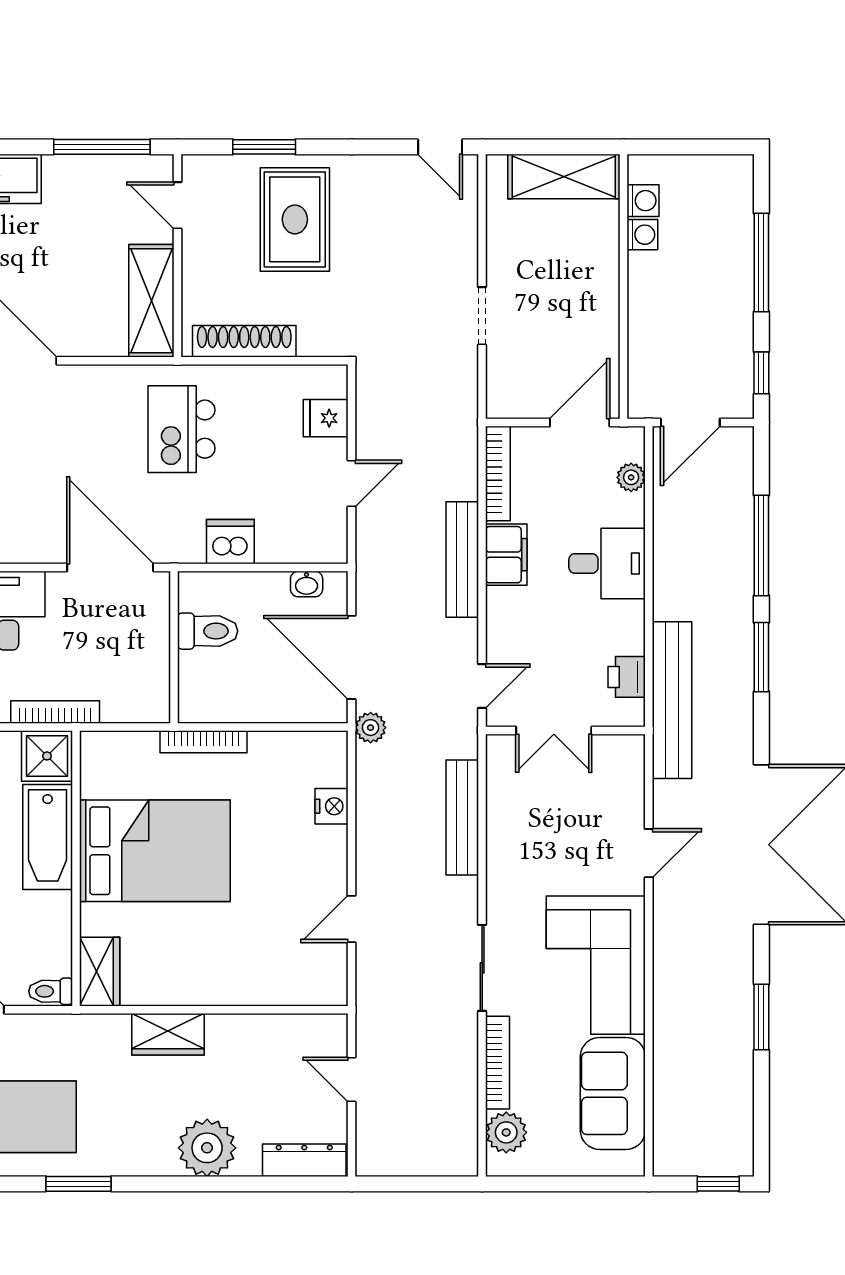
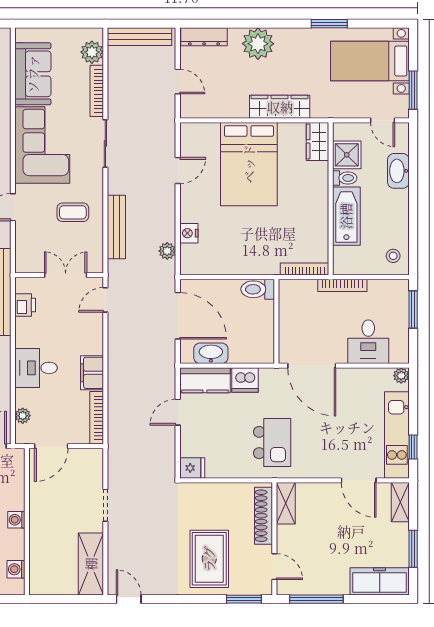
window: (264, 147) -> (244, 599), moved
shelving: (564, 177) -> (91, 564), moved, turned 90
washing machine: (642, 235) -> (16, 520), moved
shelving: (151, 301) -> (286, 503), width x0.67, depth x0.75
shoe rack: (244, 341) -> (263, 516), moved, turned 90
fridge: (326, 418) -> (192, 468), moved
kitchen counter: (303, 541) -> (205, 380), added
bench: (462, 560) -> (139, 37), moved, turned 90
washbasin: (307, 584) -> (211, 353), width x1.91, depth x1.45
toilet: (208, 631) -> (258, 289), moved
plant: (371, 728) -> (167, 251), moved
bookcase: (204, 742) -> (305, 269), moved
shower: (47, 756) -> (347, 155), moved
coffee table: (541, 844) -> (73, 212), added
bed: (155, 851) -> (249, 164), moved, turned -90
toilet: (51, 991) -> (345, 178), moved
wardrobe: (168, 1034) -> (280, 107), width x1.50

